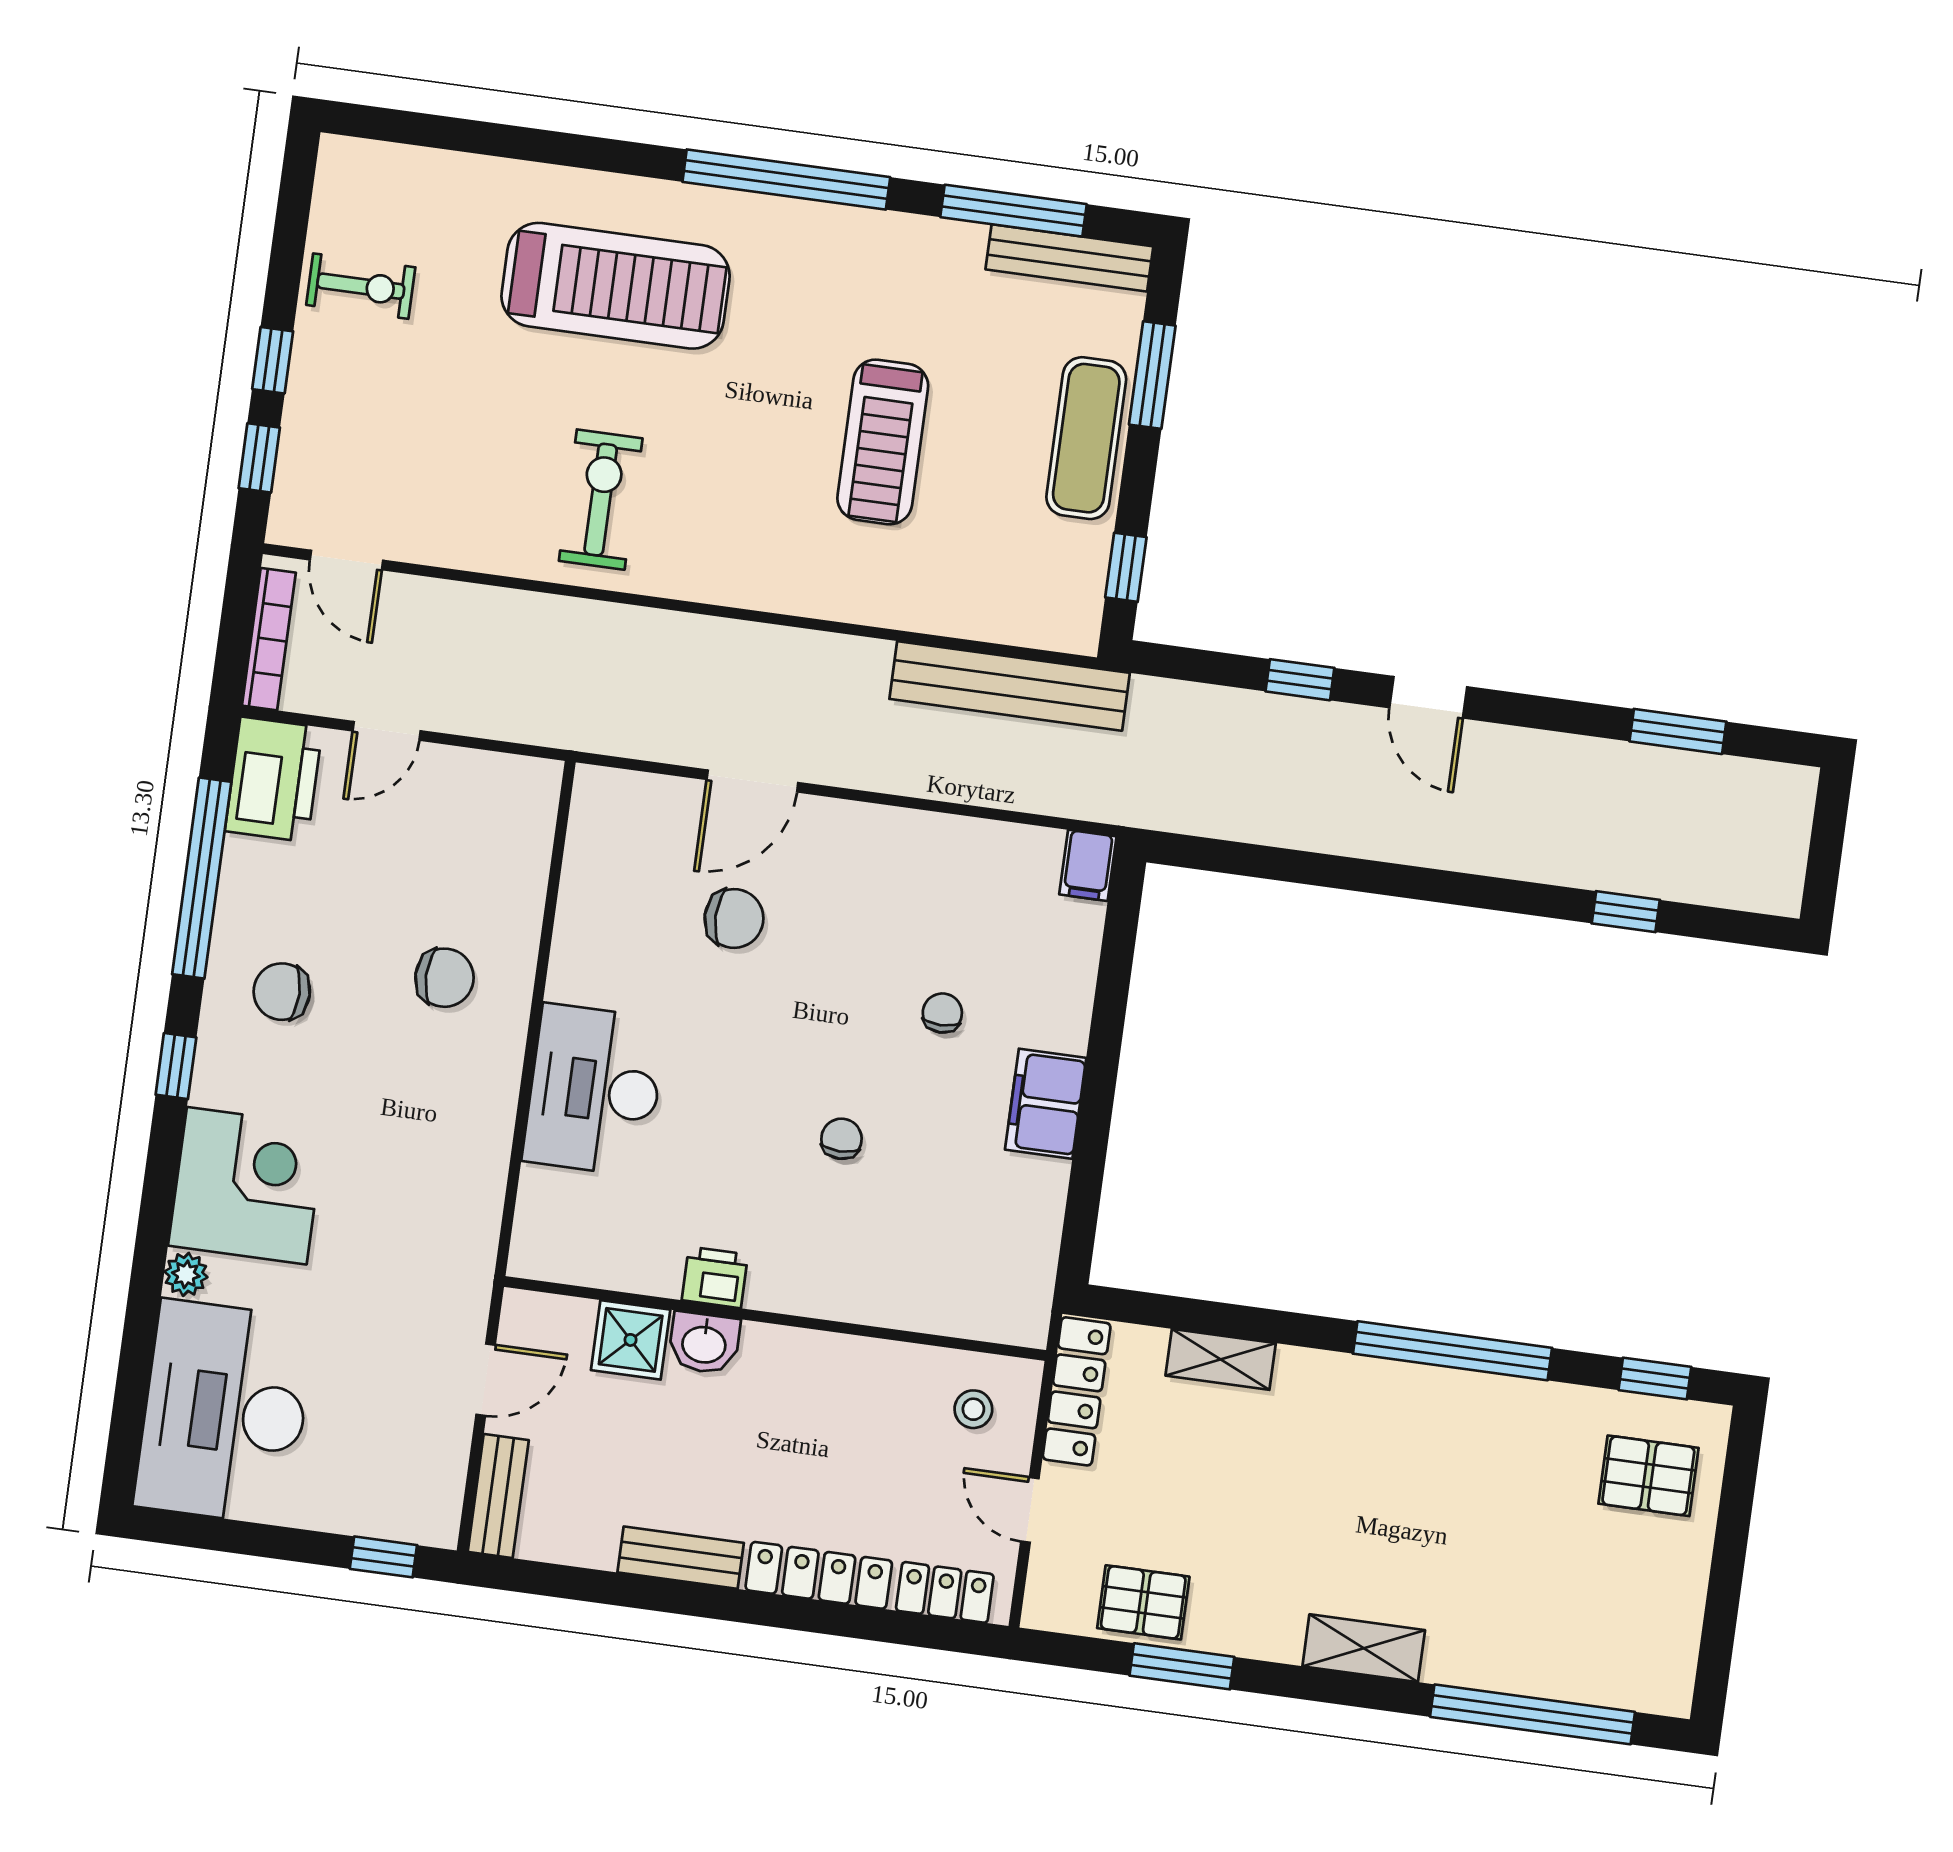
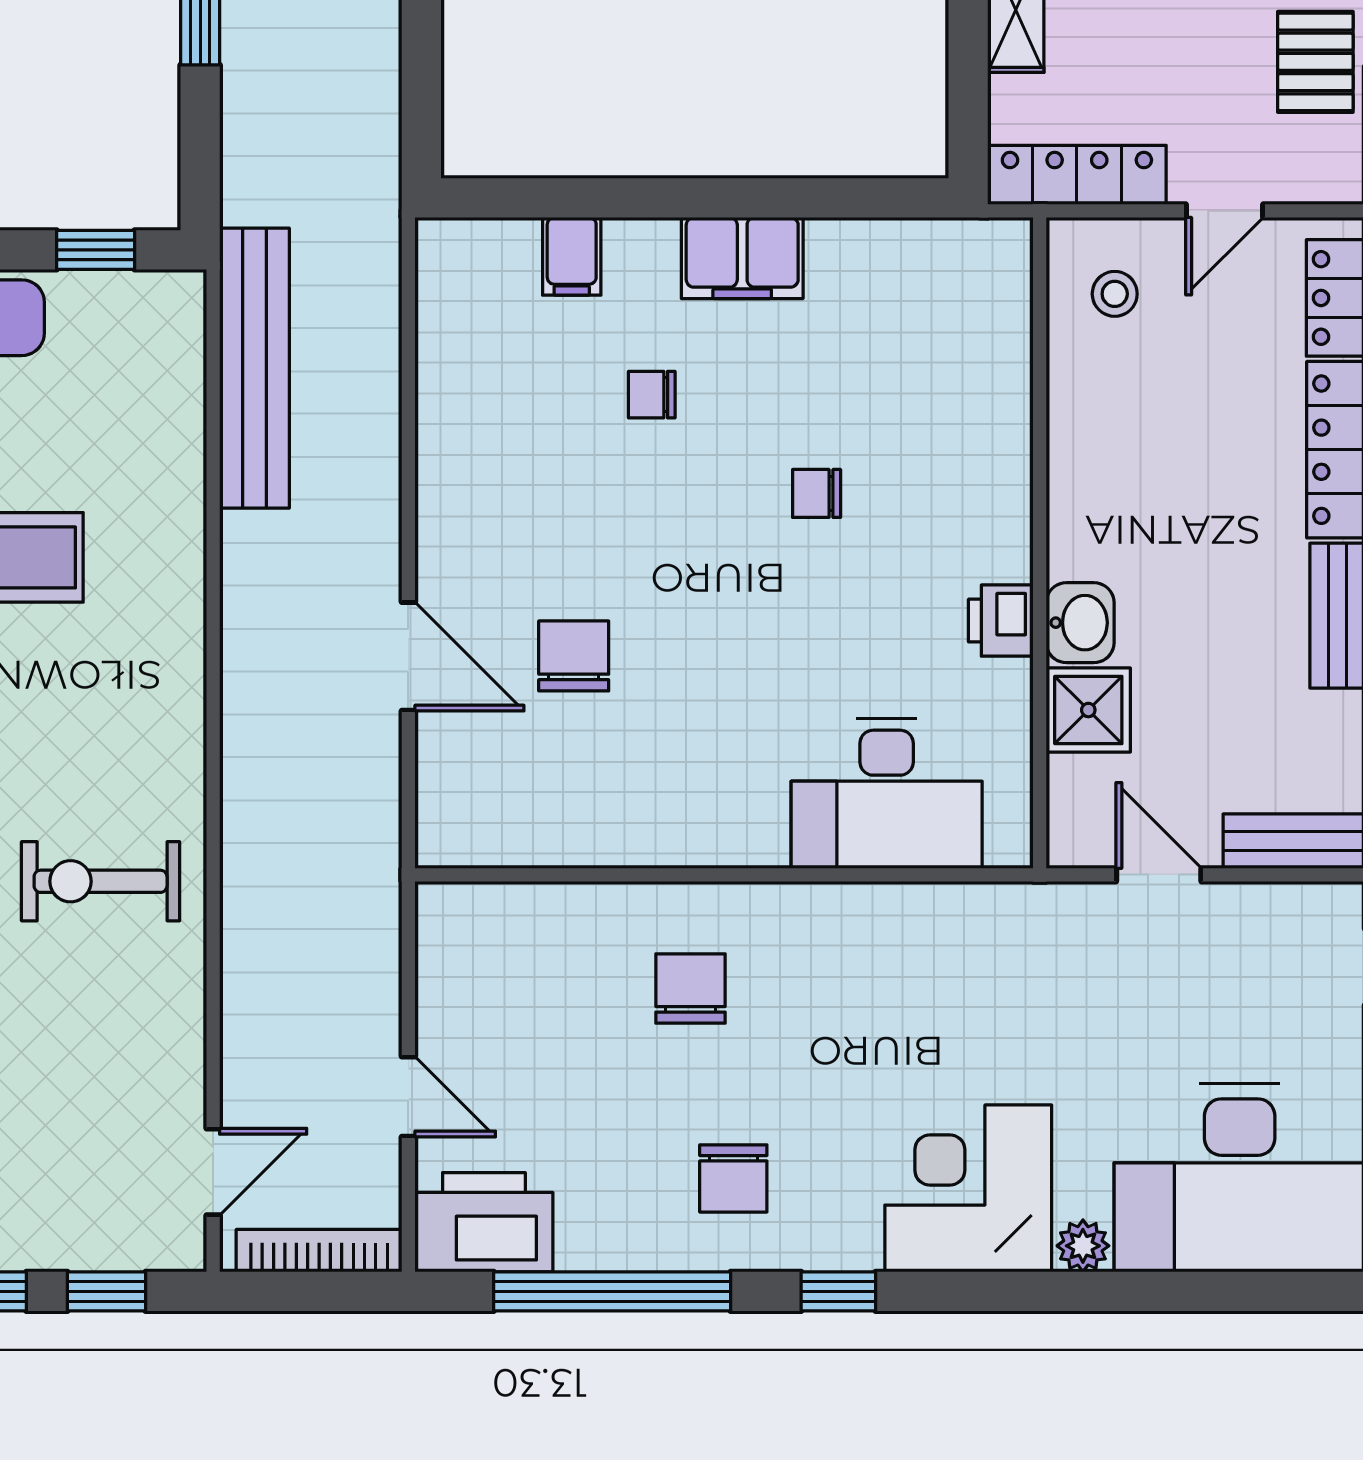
filing cabinet: (1088, 865) -> (572, 256), moved, turned 90
desk: (594, 1090) -> (887, 793), moved

